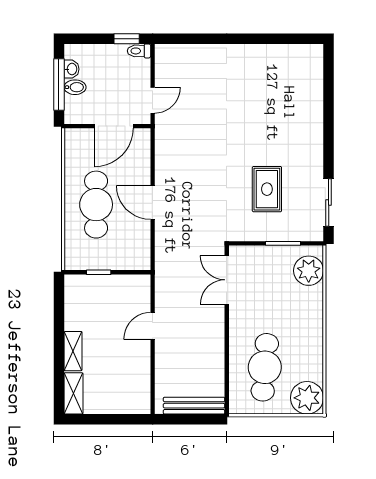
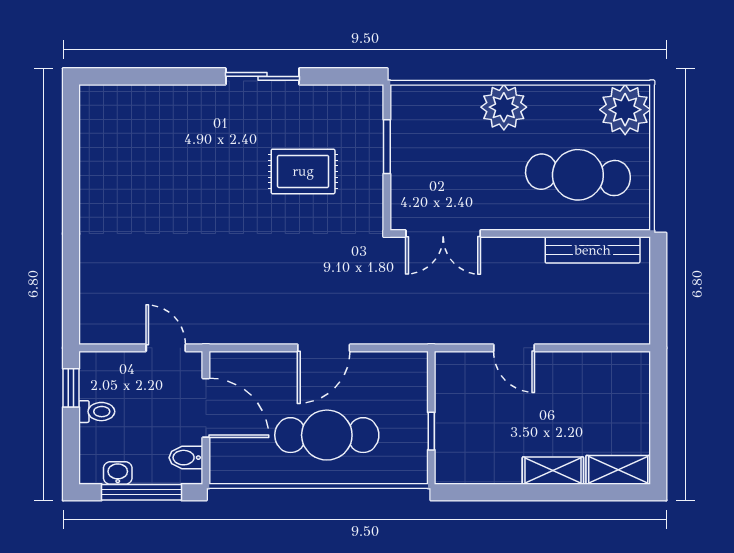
toilet: (139, 51) -> (97, 412), moved, turned -90
bidet: (75, 87) -> (186, 458), moved, turned -90
sliding door: (329, 202) -> (262, 76), moved
plant: (309, 271) -> (504, 107), moved
bench: (194, 406) -> (593, 250), moved, turned 90

